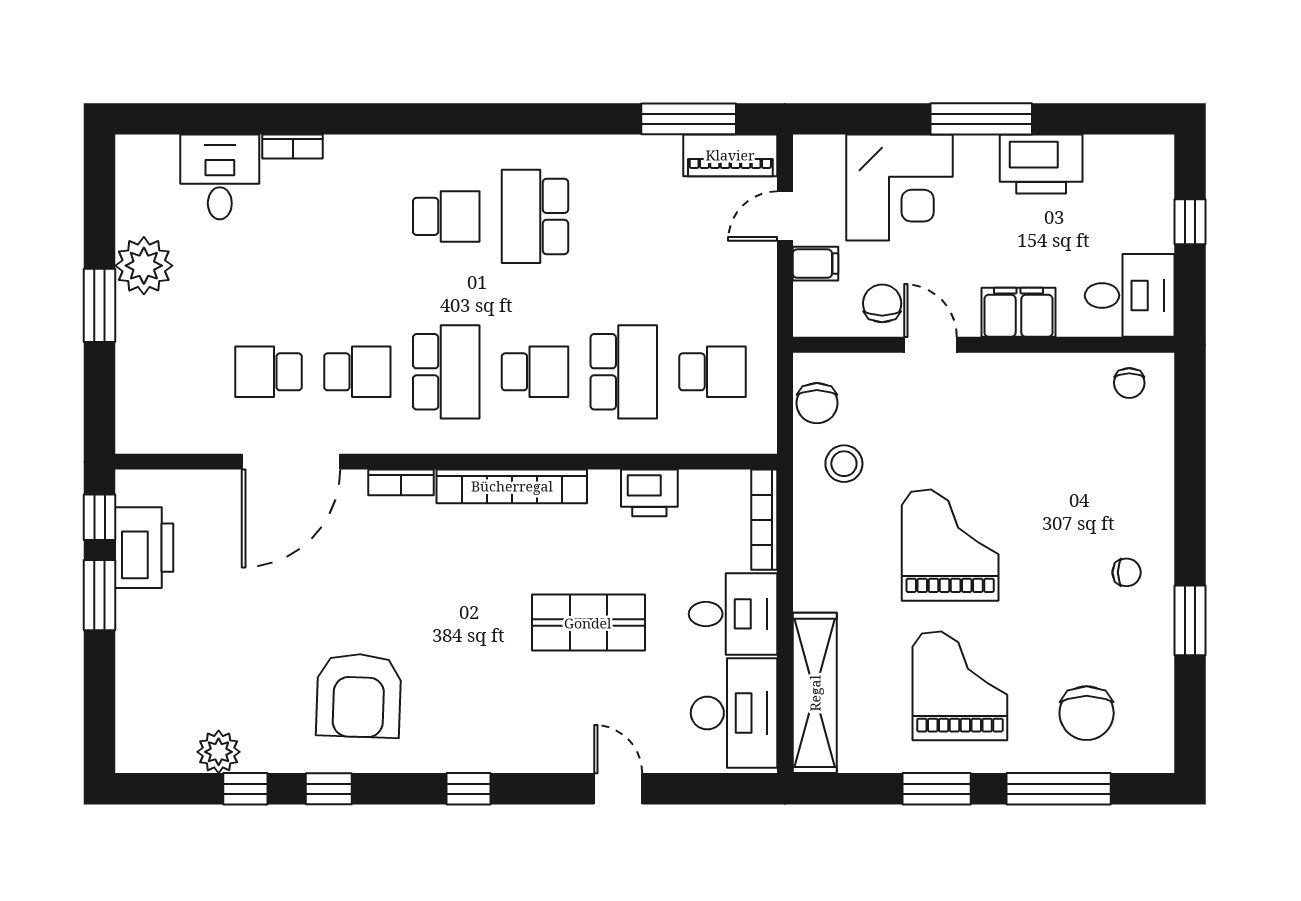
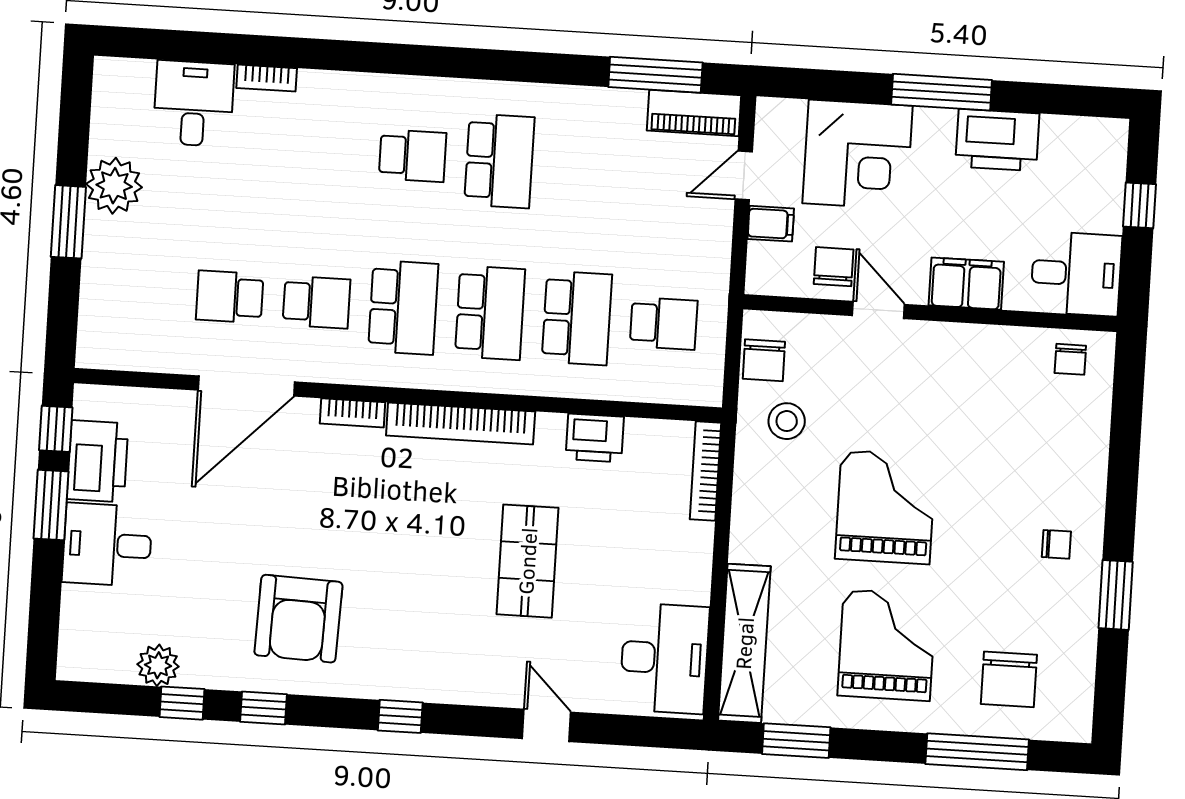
school desk: (535, 216) -> (499, 161), turned 180
school desk: (535, 372) -> (490, 313), width x1.85
desk: (733, 614) -> (107, 545), moved, turned 180
shop shelf: (588, 623) -> (527, 561), turned 90
window: (937, 789) -> (796, 741), moved

